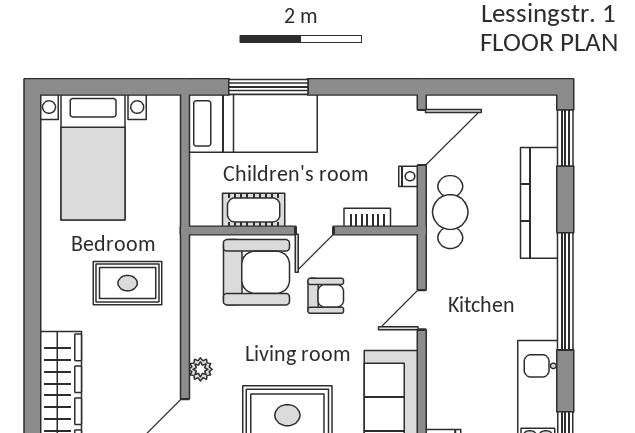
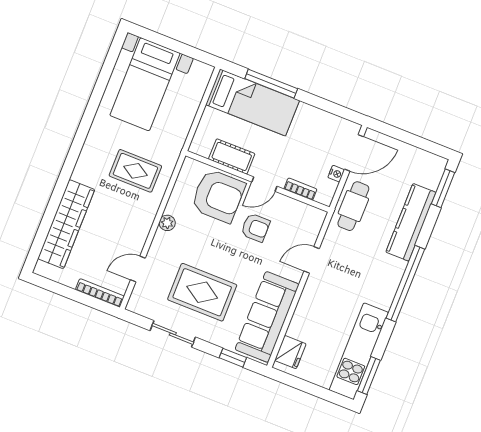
plant: (200, 369) -> (167, 223), moved

